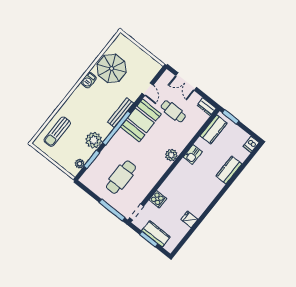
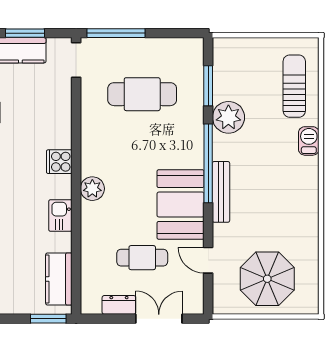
parasol: (112, 68) -> (267, 279), moved
barbecue: (89, 80) -> (309, 141), moved
dresser: (207, 107) -> (119, 305), moved
plant: (80, 164) -> (222, 65), removed
cafe table: (121, 177) -> (142, 94), turned 90
cooker: (158, 199) -> (59, 162), moved

